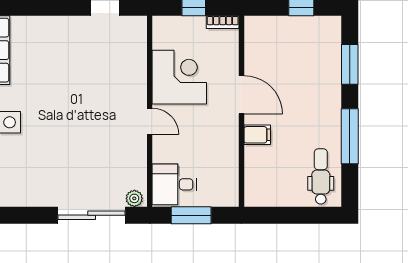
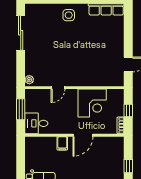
door: (150, 121) -> (58, 88), moved
desk: (174, 184) -> (36, 123), moved, turned -90
sliding door: (92, 215) -> (21, 33), moved

